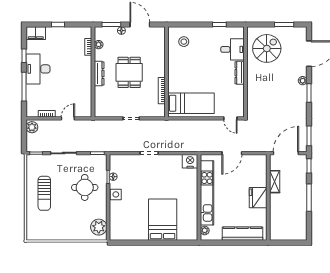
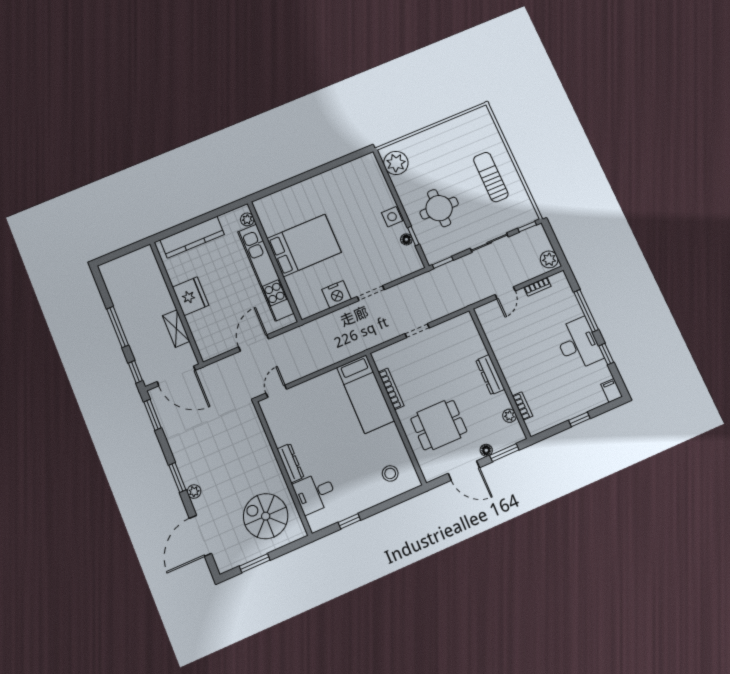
filing cabinet: (36, 33) -> (612, 390), width x0.50
spiral stairs: (267, 48) -> (266, 516), turned 90
dining table: (129, 72) -> (439, 425), moved, turned 90
bed: (191, 103) -> (366, 394), moved, turned -90
door: (230, 118) -> (276, 391), hinge flipped
door: (286, 153) -> (176, 376), hinge flipped
nightstand: (190, 161) -> (336, 294), moved
bed: (163, 220) -> (304, 245), moved, turned -90

